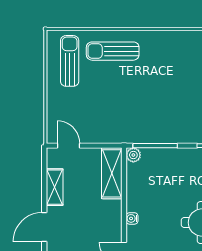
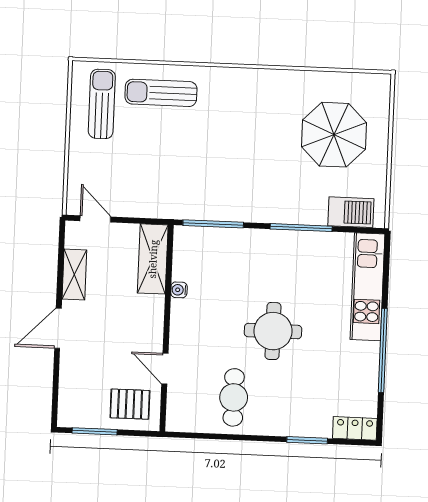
plant: (133, 155) -> (183, 235), removed
water cooler: (132, 218) -> (179, 290), moved

